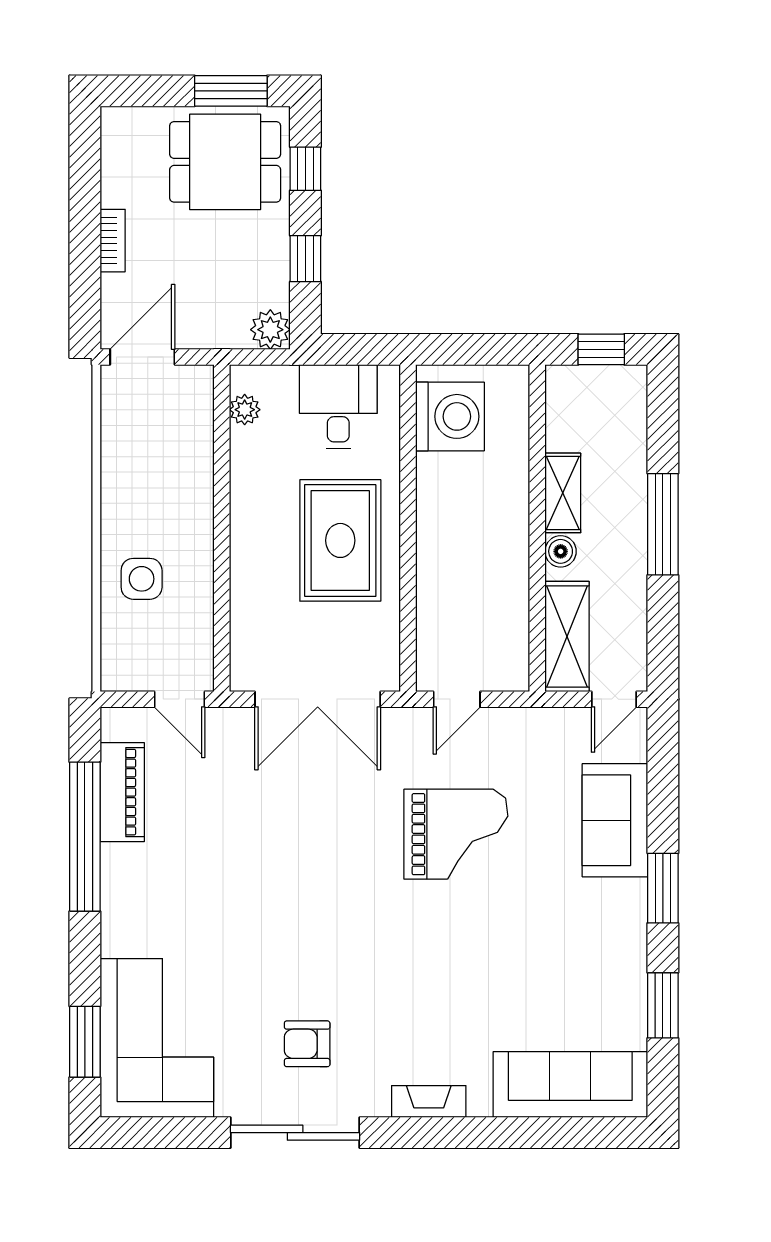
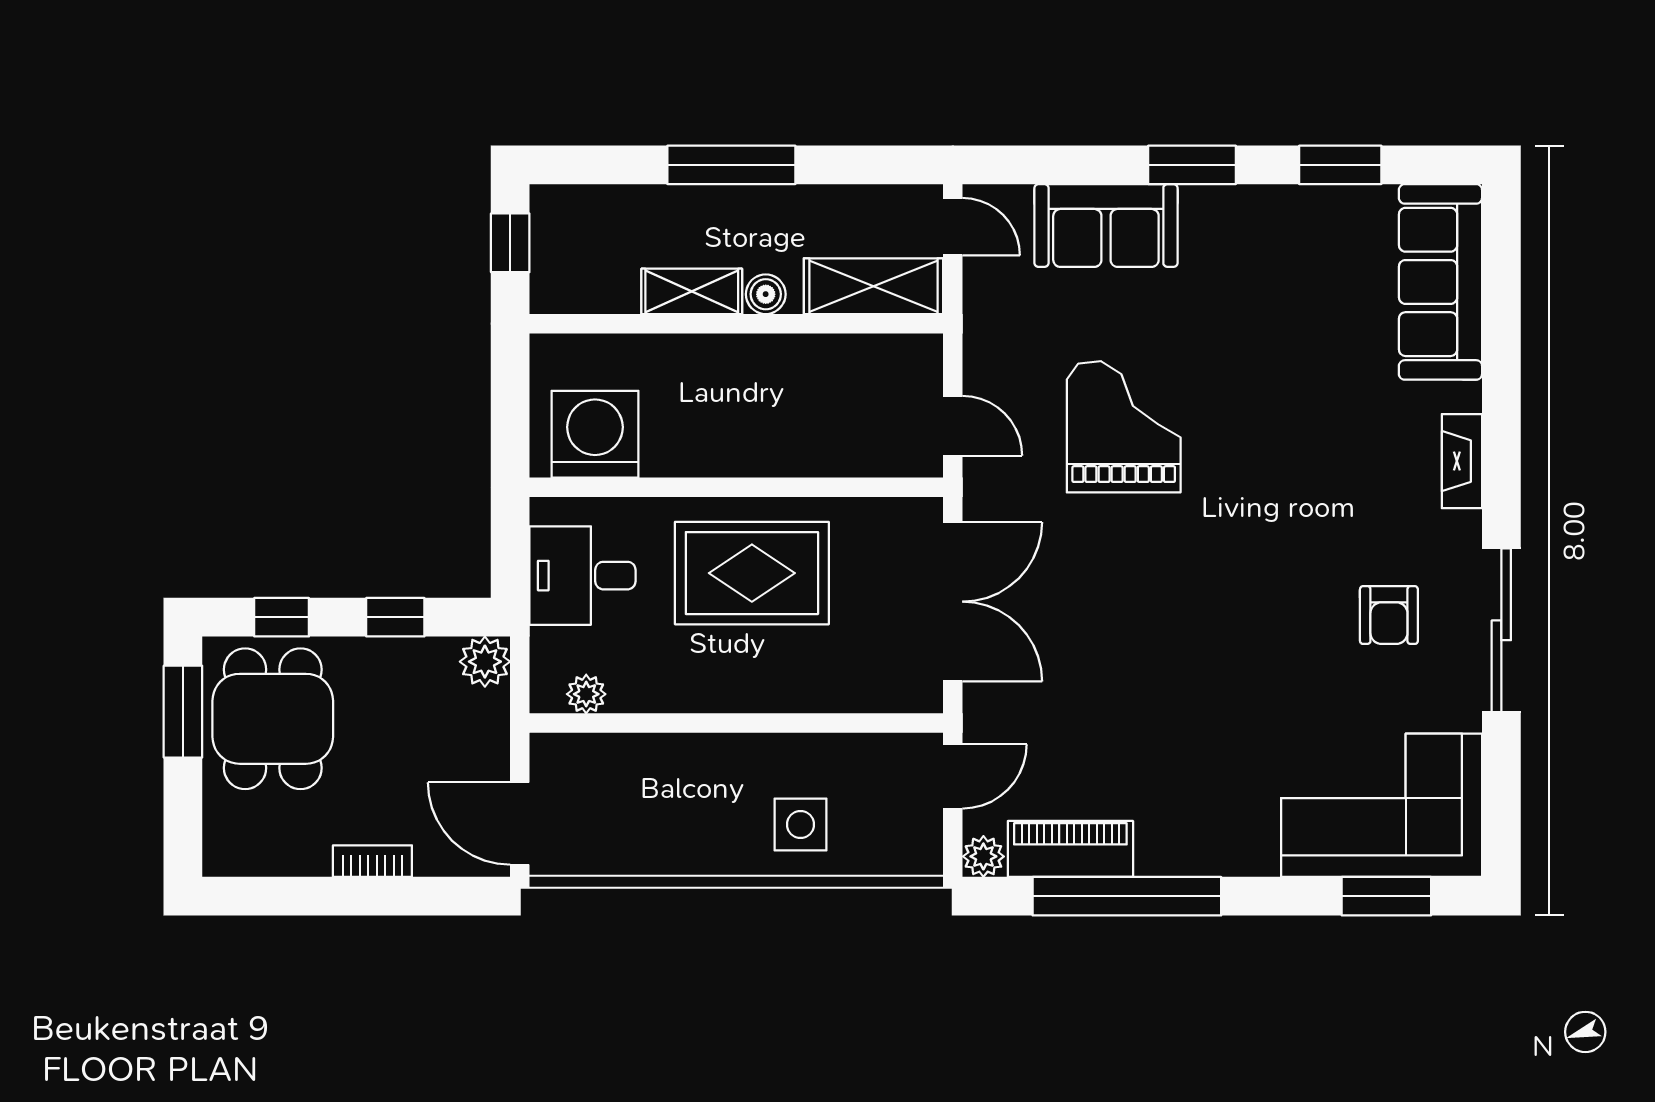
plant: (116, 723) -> (983, 856), added

